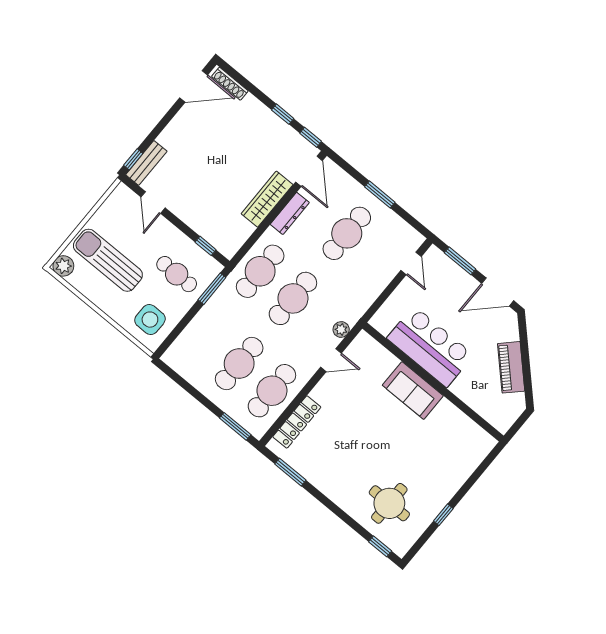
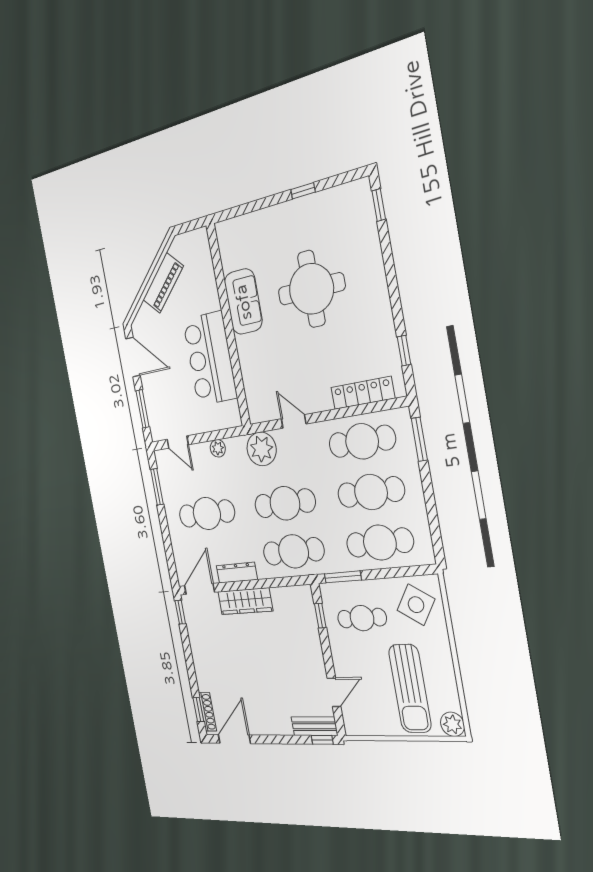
door: (194, 86) -> (234, 739), hinge flipped
window: (283, 114) -> (198, 709), moved
window: (380, 194) -> (157, 487), moved
door: (411, 263) -> (178, 442), swing flipped
cafe table: (177, 274) -> (362, 618), turned 90
plant: (375, 289) -> (218, 448), added
side table: (150, 320) -> (416, 605), turned 33
plant: (341, 330) -> (262, 449), width x1.87, depth x1.87
cafe table: (206, 336) -> (380, 543), added
sofa: (413, 391) -> (243, 302), moved
window: (290, 472) -> (404, 351), width x0.67
round table: (389, 503) -> (311, 289), moved, width x1.36, depth x1.36

